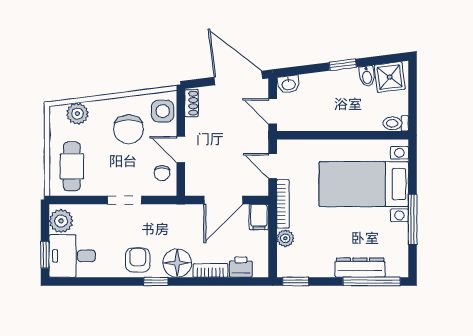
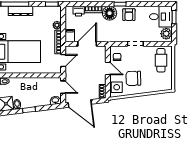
plant: (77, 114) -> (158, 86), removed
chair: (128, 129) -> (133, 78), turned -91
door: (273, 166) -> (63, 60), hinge flipped

